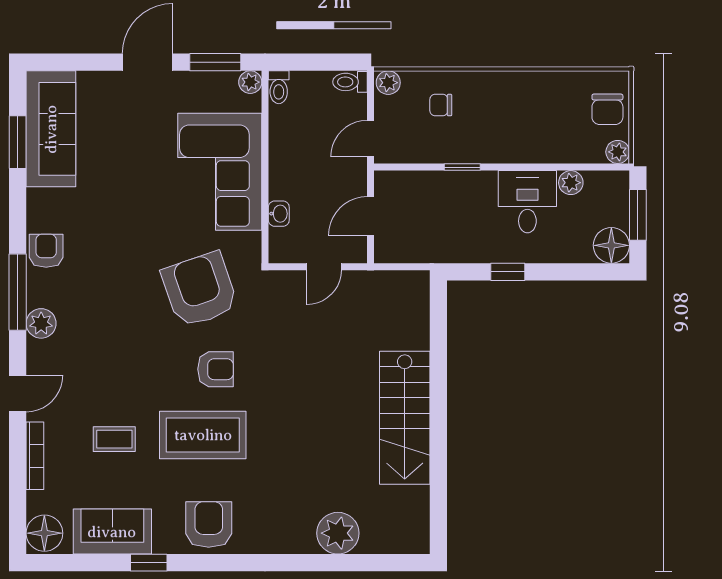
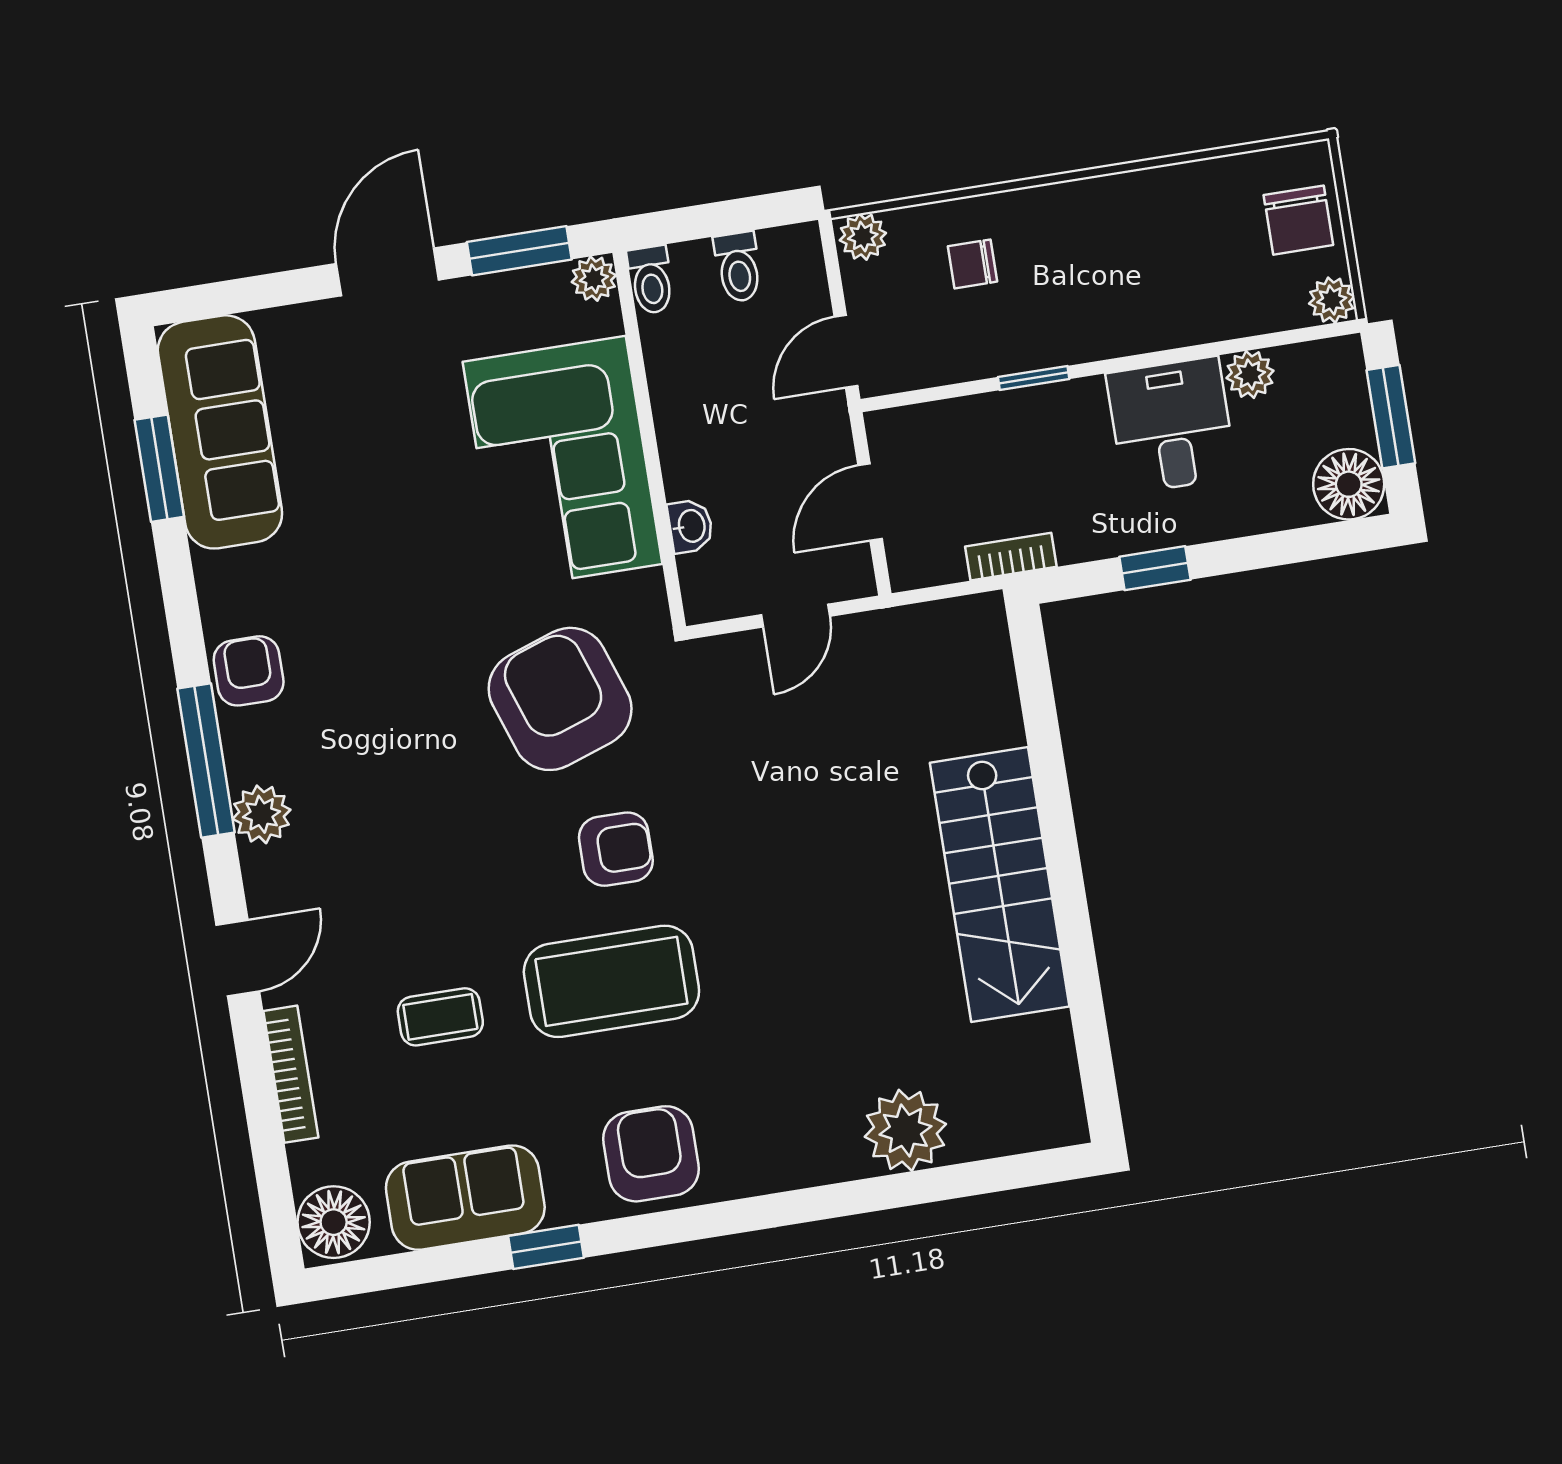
toilet: (350, 82) -> (738, 267), moved, turned -90
bookcase: (437, 255) -> (1011, 557), added

